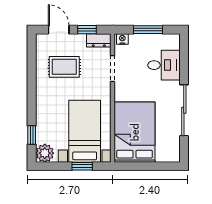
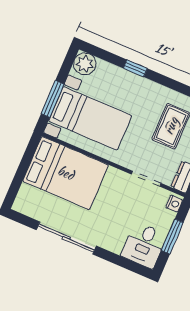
desk: (164, 65) -> (144, 245), moved
window: (32, 135) -> (135, 68), moved
window: (82, 166) -> (53, 99), width x1.50

